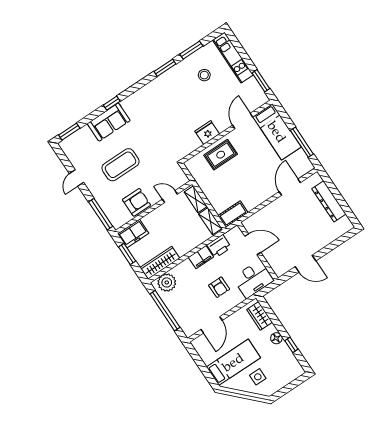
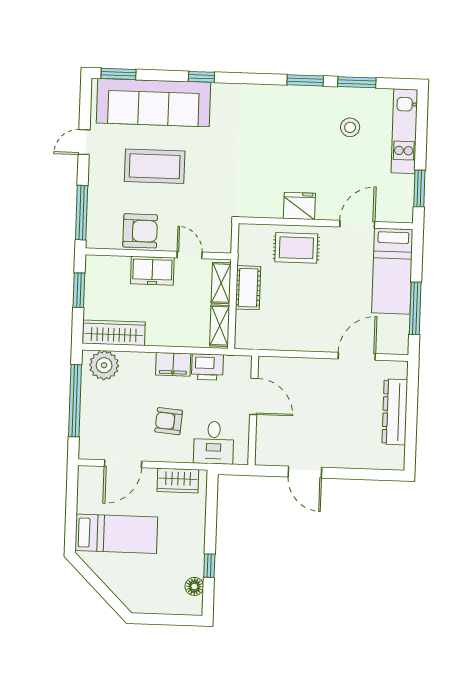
sofa: (109, 122) -> (153, 103), width x1.85, depth x1.27
cot: (233, 214) -> (248, 288), moved, turned 90
freezer: (133, 234) -> (152, 271), moved
desk: (253, 279) -> (214, 443), width x0.73
armchair: (219, 287) -> (169, 421), turned 95
wardrobe: (260, 316) -> (178, 481), moved, turned -90
floor lamp: (276, 338) -> (194, 586), moved
side table: (258, 377) -> (135, 576), removed

